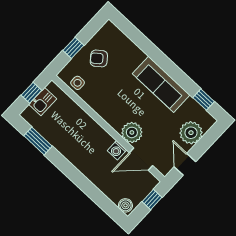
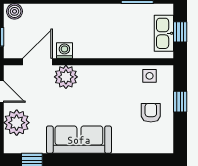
armchair: (99, 58) -> (151, 113), turned -52
kitchen sink: (43, 102) -> (164, 33), width x1.38

